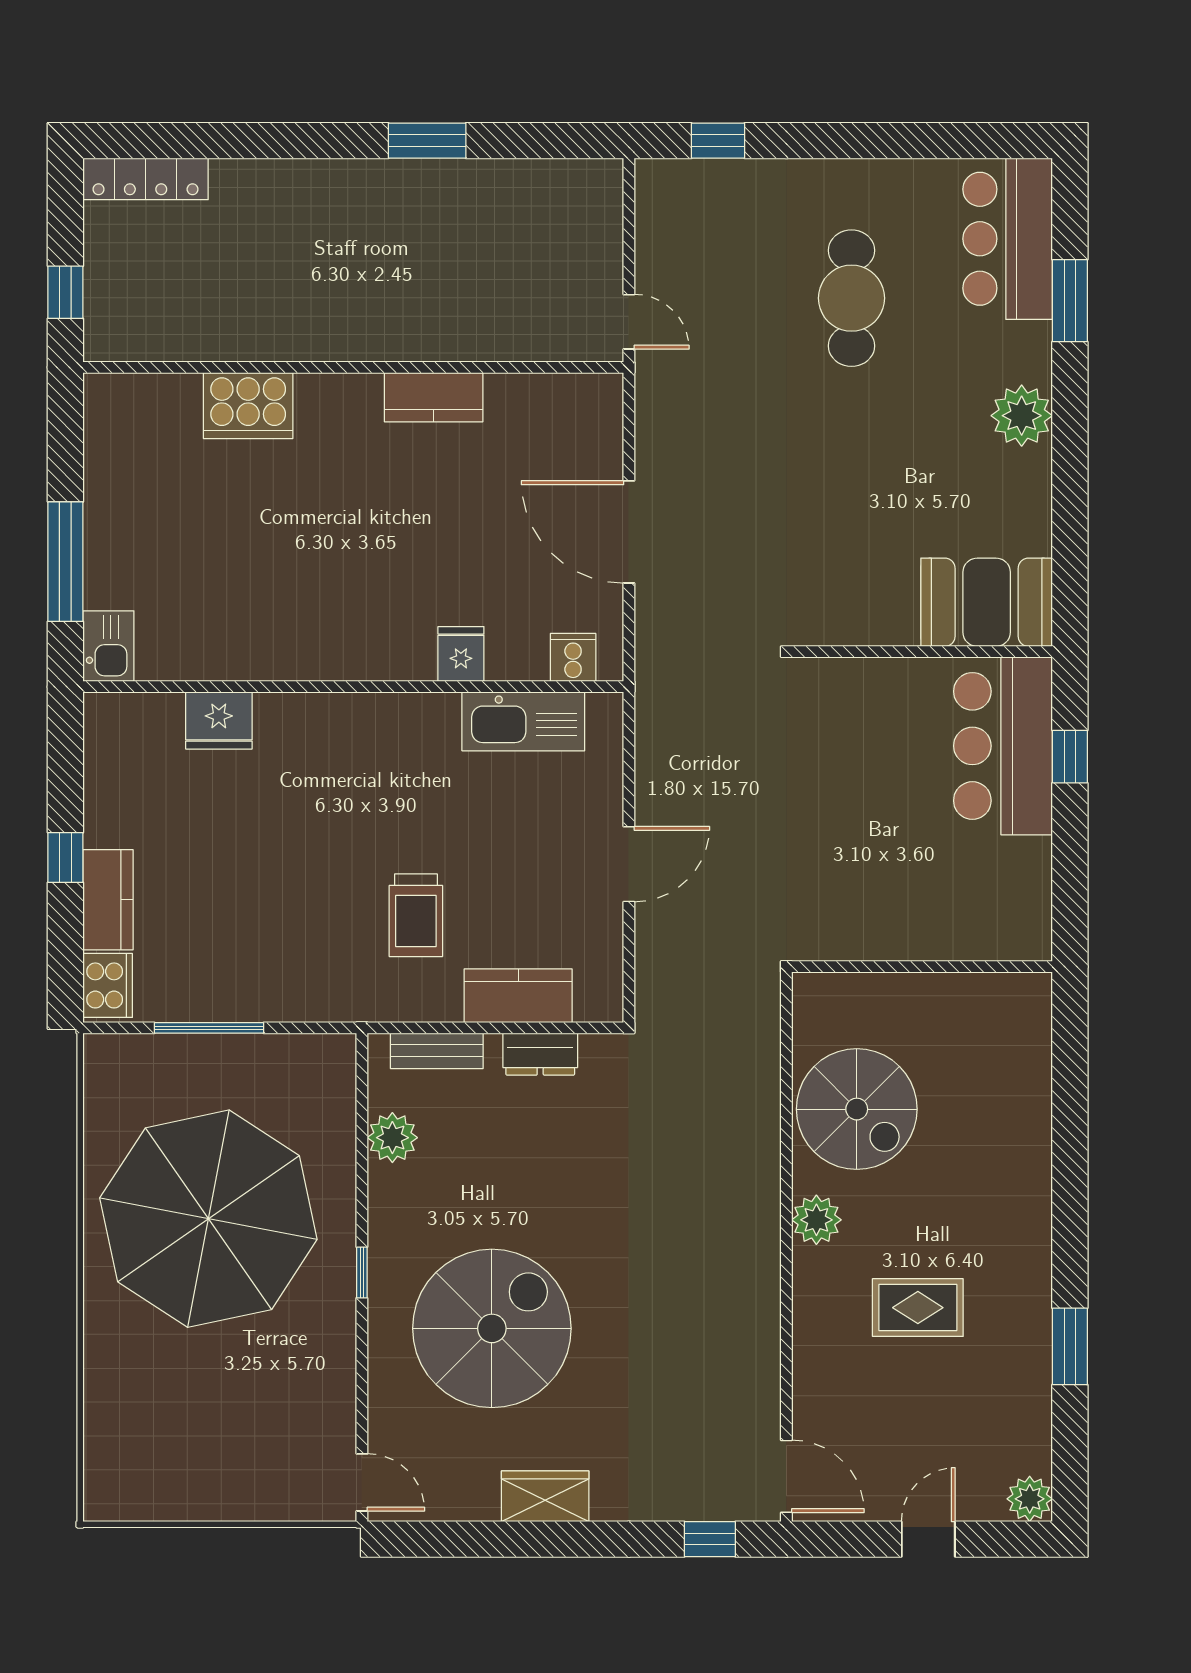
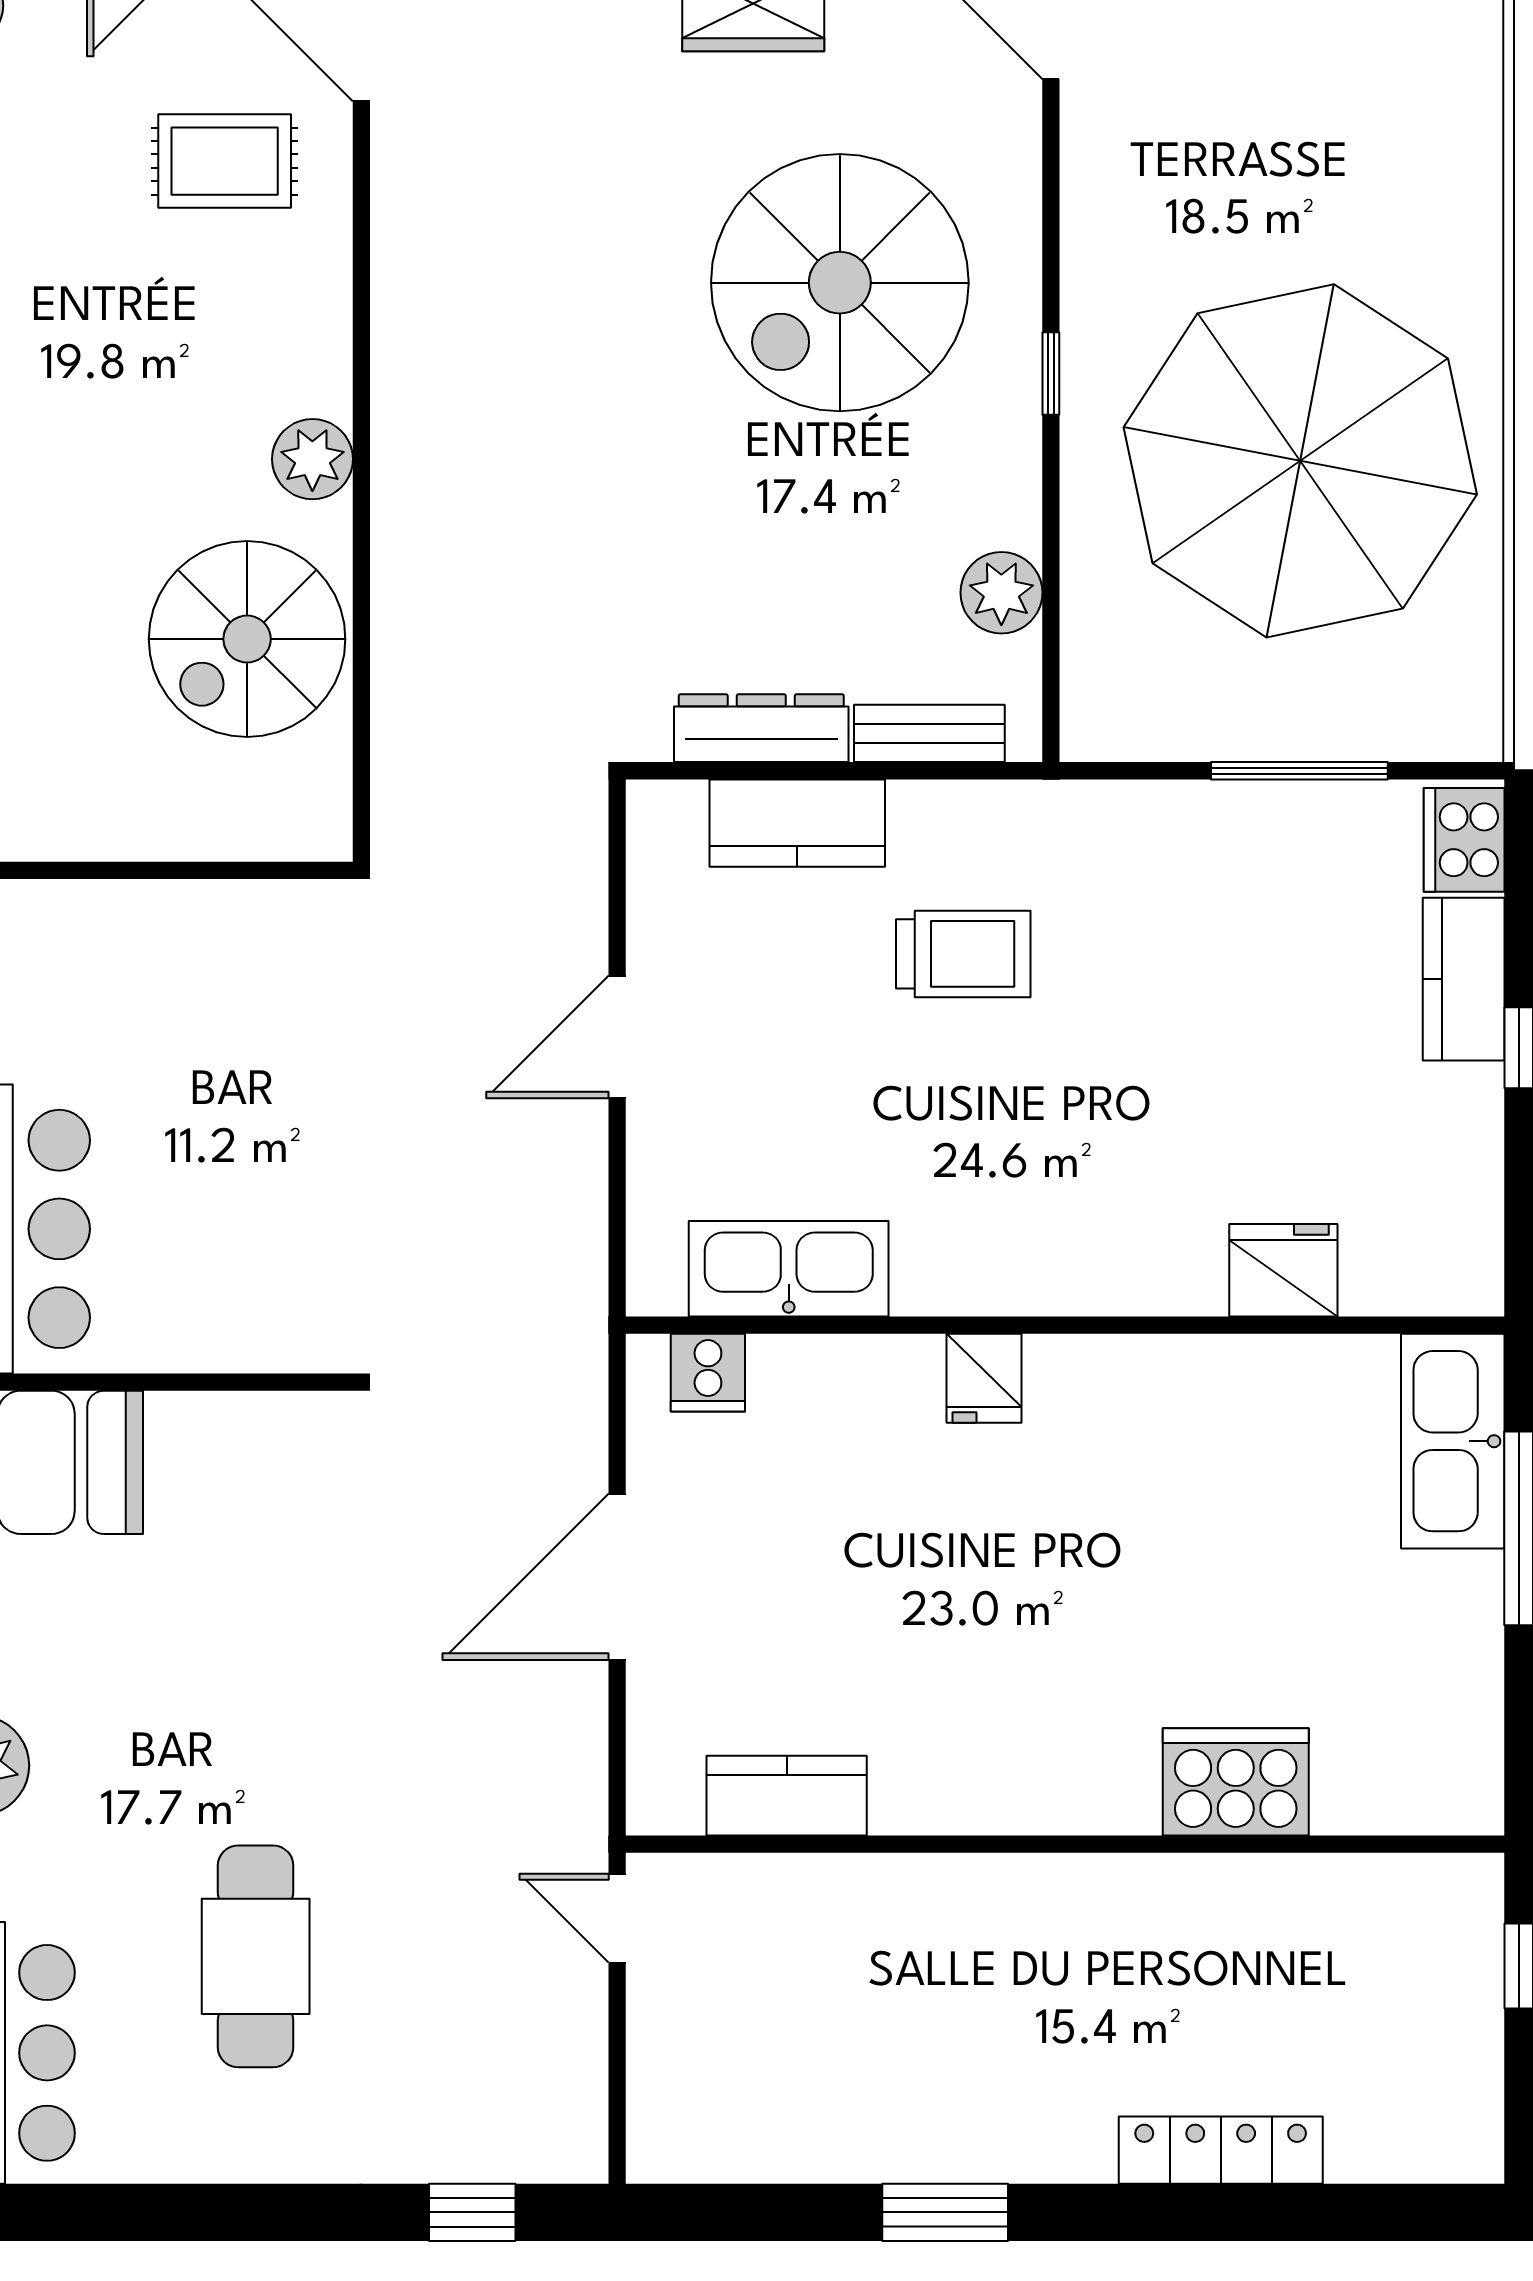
locker: (146, 179) -> (1221, 2150), moved
kitchen counter: (434, 397) -> (787, 1796), moved
door: (629, 532) -> (617, 1577), swing flipped
kitchen sink: (108, 646) -> (1453, 1441), width x1.88, depth x1.24
fridge: (461, 654) -> (984, 1378), moved
trolley: (416, 915) -> (963, 954), turned 90
dresser: (540, 1054) -> (761, 728), width x1.44
spiral stairs: (857, 1109) -> (247, 639), turned -90
rug: (918, 1308) -> (225, 161), moved

